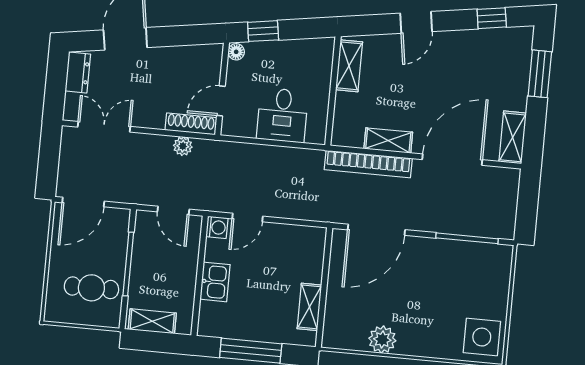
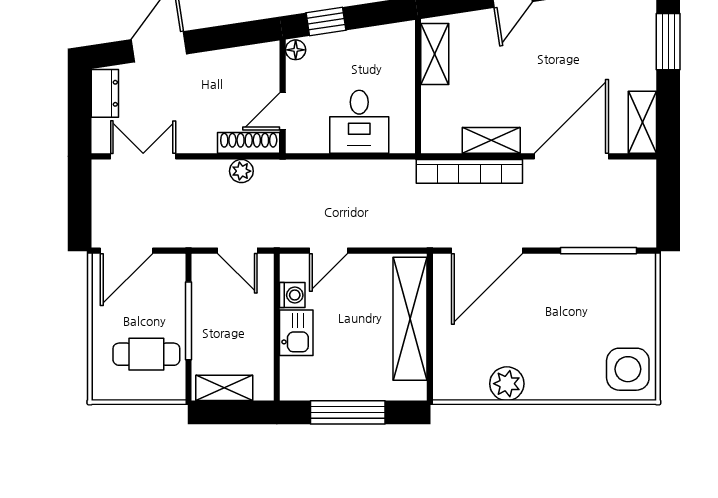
washing machine: (217, 227) -> (292, 295), moved
shelving: (309, 307) -> (410, 319), width x2.20, depth x1.33

